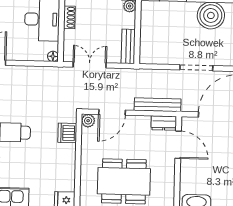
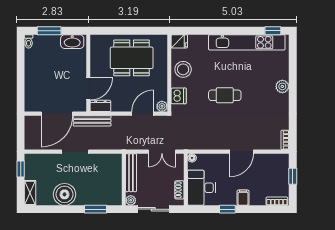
bench: (128, 46) -> (131, 173), width x1.36
bench: (158, 105) -> (92, 121), moved
door: (178, 145) -> (88, 89), swing flipped
stool: (61, 165) -> (183, 69), added

